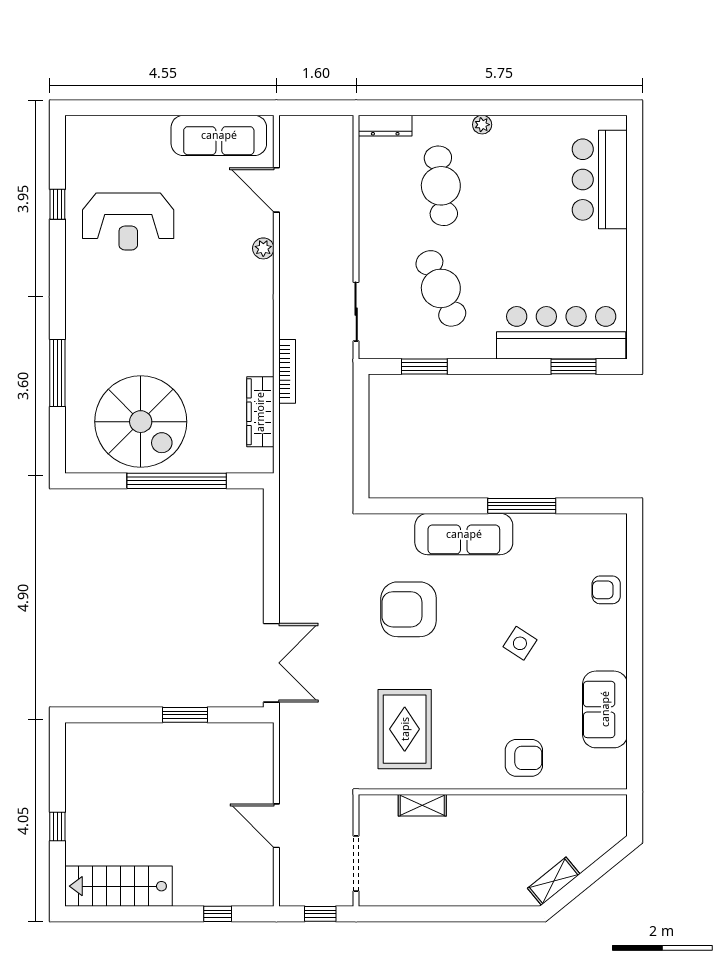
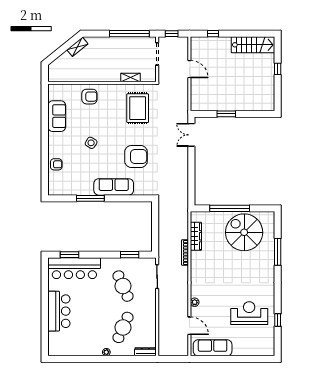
bar counter: (600, 180) -> (59, 311), moved
cafe table: (441, 186) -> (123, 327), turned 30
double door: (271, 663) -> (191, 135), width x0.73
armchair: (524, 758) -> (89, 97), turned 180
window: (425, 914) -> (129, 34), added

